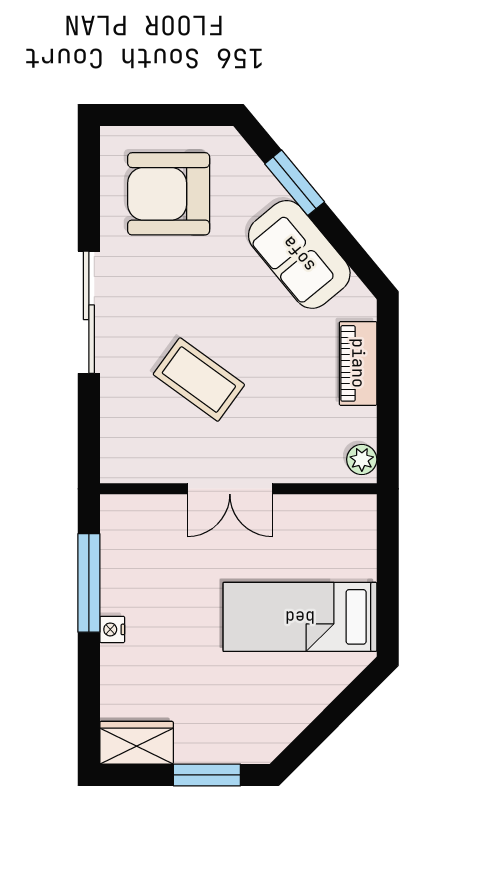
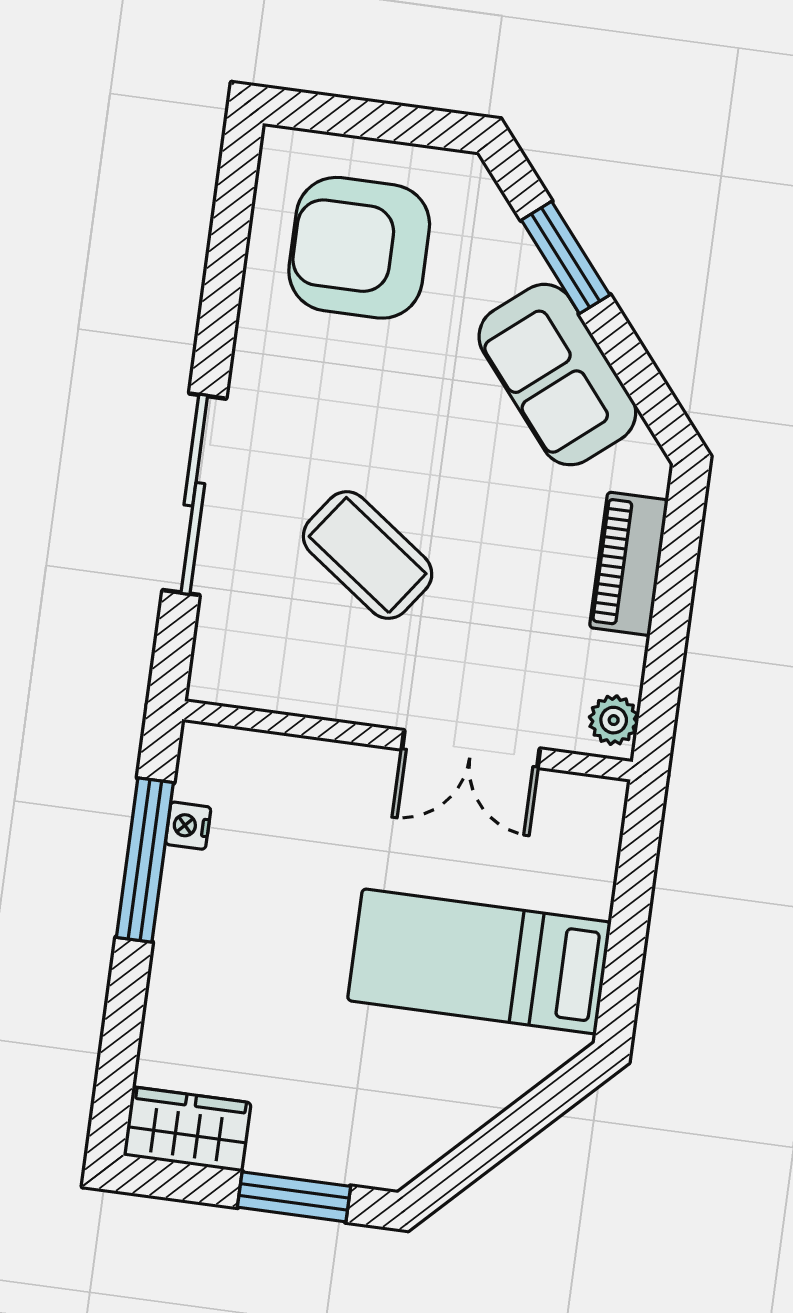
sliding door: (89, 312) -> (194, 494), moved
double door: (230, 489) -> (471, 749), moved
nightstand: (112, 629) -> (188, 826), moved

